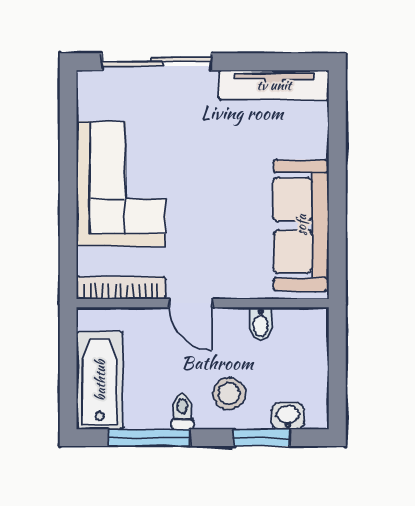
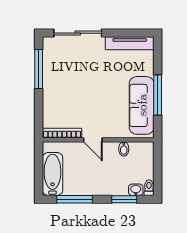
window: (68, 143) -> (39, 69), added
corner sofa: (121, 184) -> (62, 87), removed
window: (337, 202) -> (158, 95), added
stool: (229, 394) -> (110, 180), removed
toilet: (182, 411) -> (149, 188), moved

